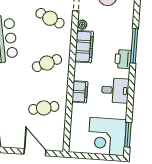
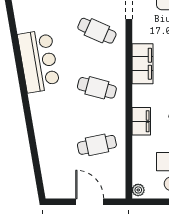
plant: (82, 25) -> (138, 190), moved
cafe table: (47, 63) -> (97, 88), turned 39

